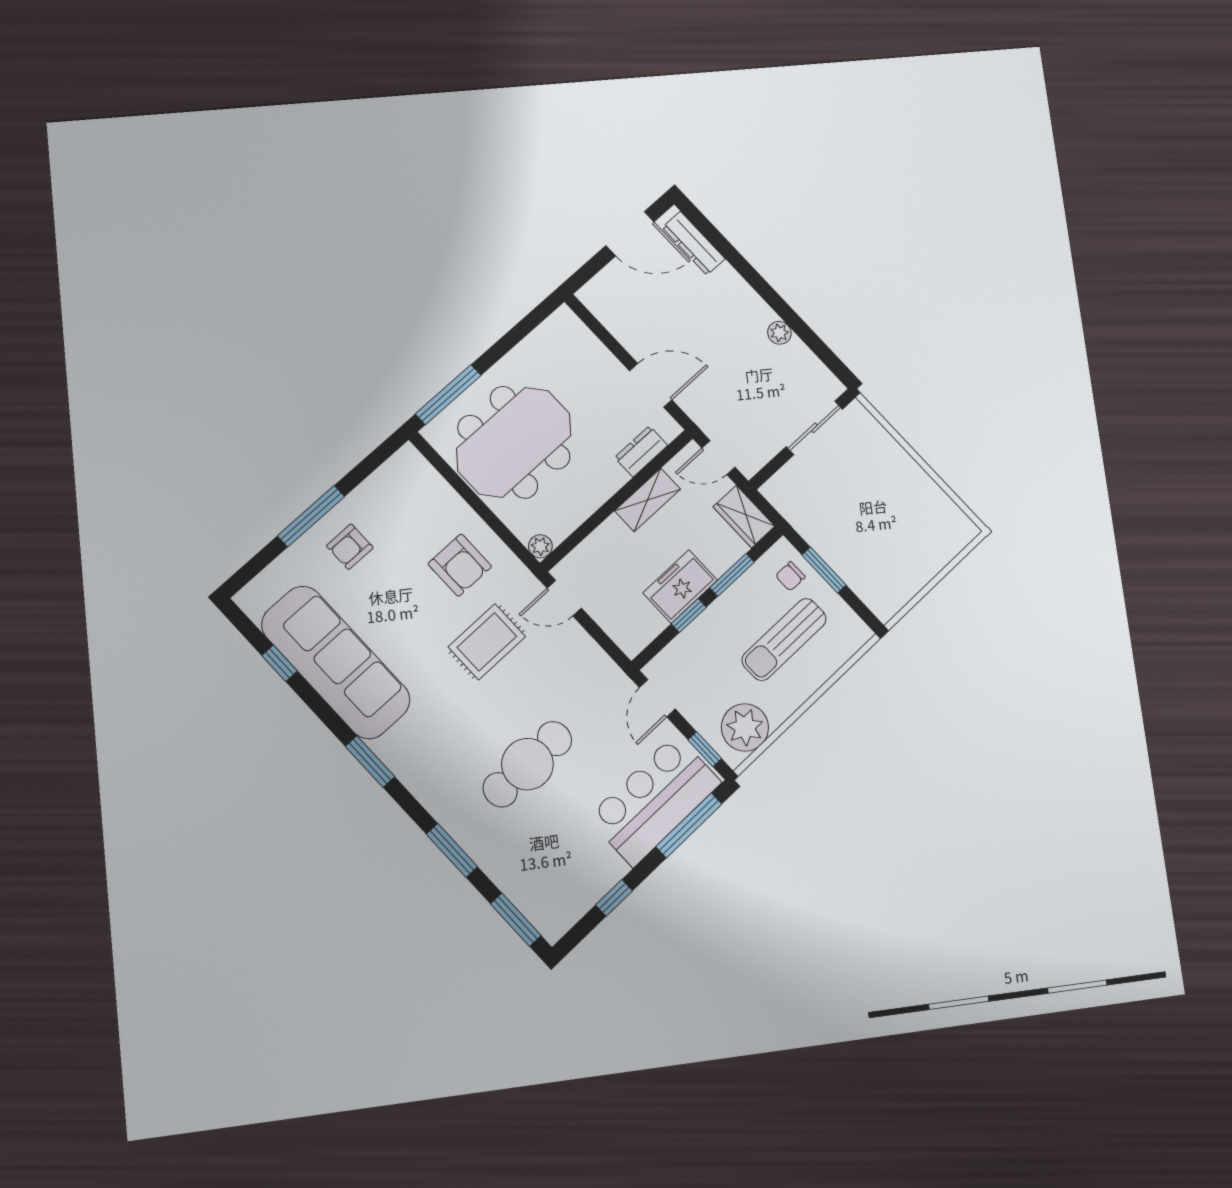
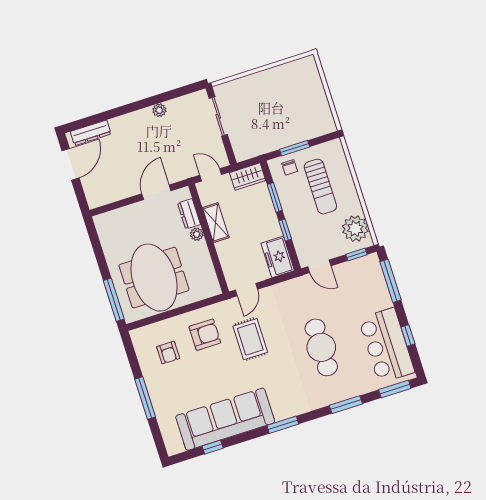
door: (718, 458) -> (211, 175), swing flipped
plant: (540, 546) -> (197, 234), moved
armchair: (350, 547) -> (168, 353), moved
freezer: (680, 587) -> (278, 257), moved
bar counter: (654, 800) -> (387, 345), moved

